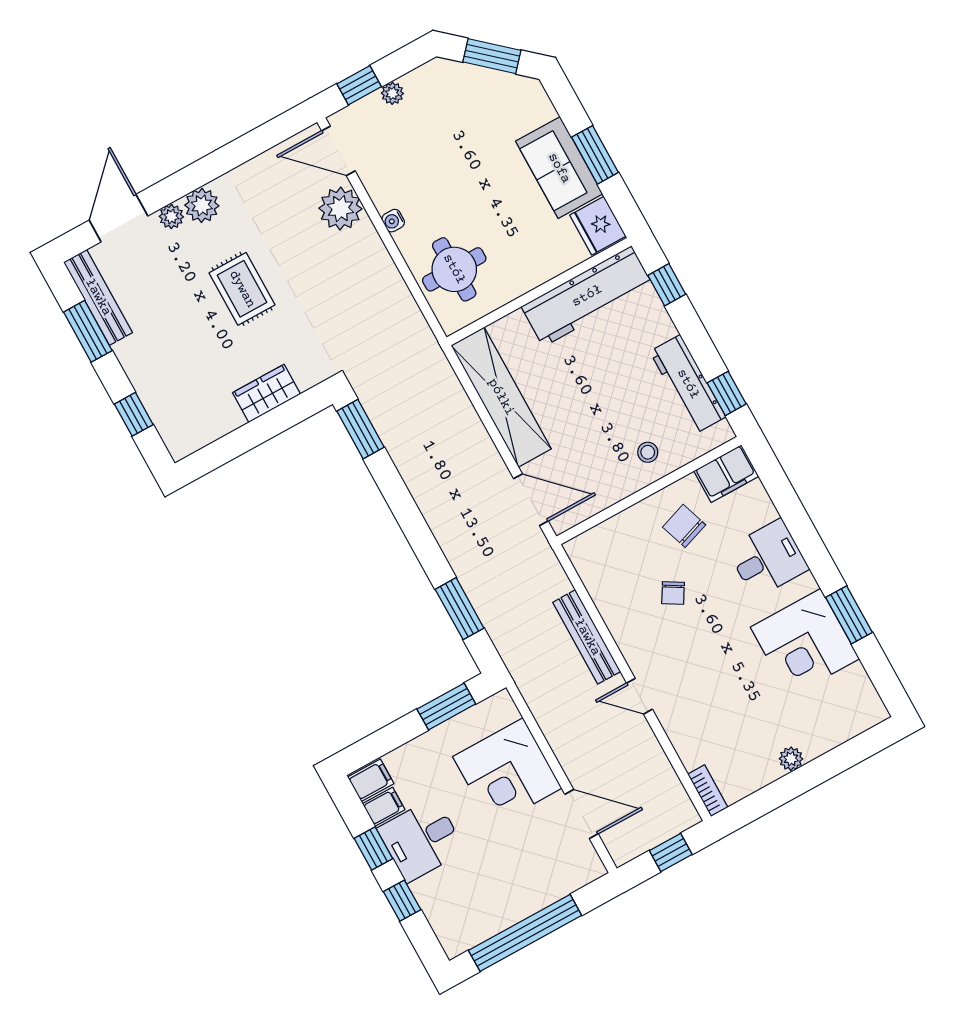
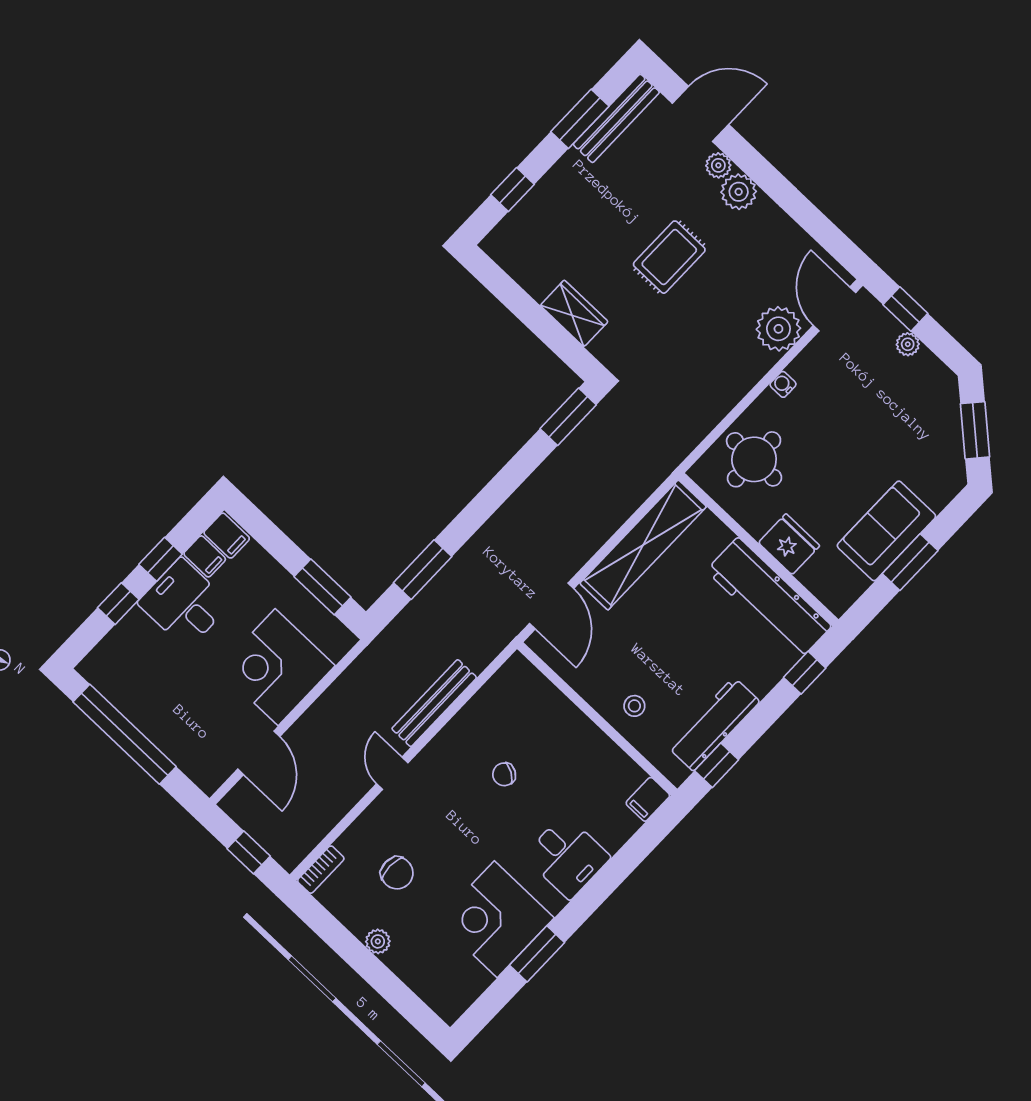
fridge: (598, 226) -> (789, 544), moved, turned 90
filing cabinet: (726, 474) -> (648, 799), width x0.50
chair: (684, 526) -> (397, 873), moved, turned 109

